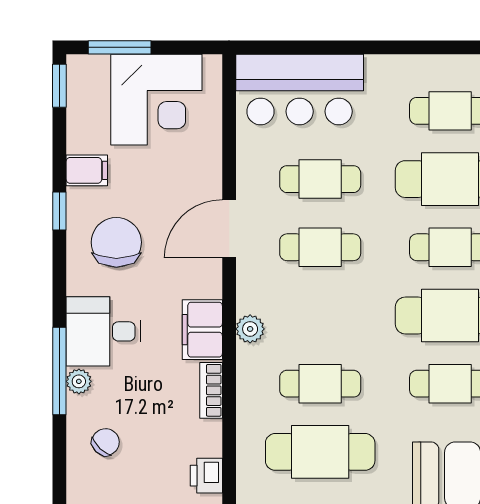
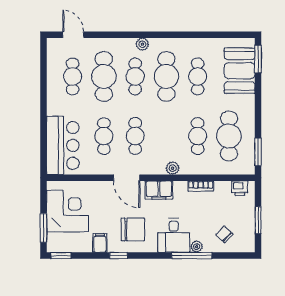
chair: (116, 242) -> (133, 229), turned 180
filing cabinet: (202, 330) -> (159, 190), moved

